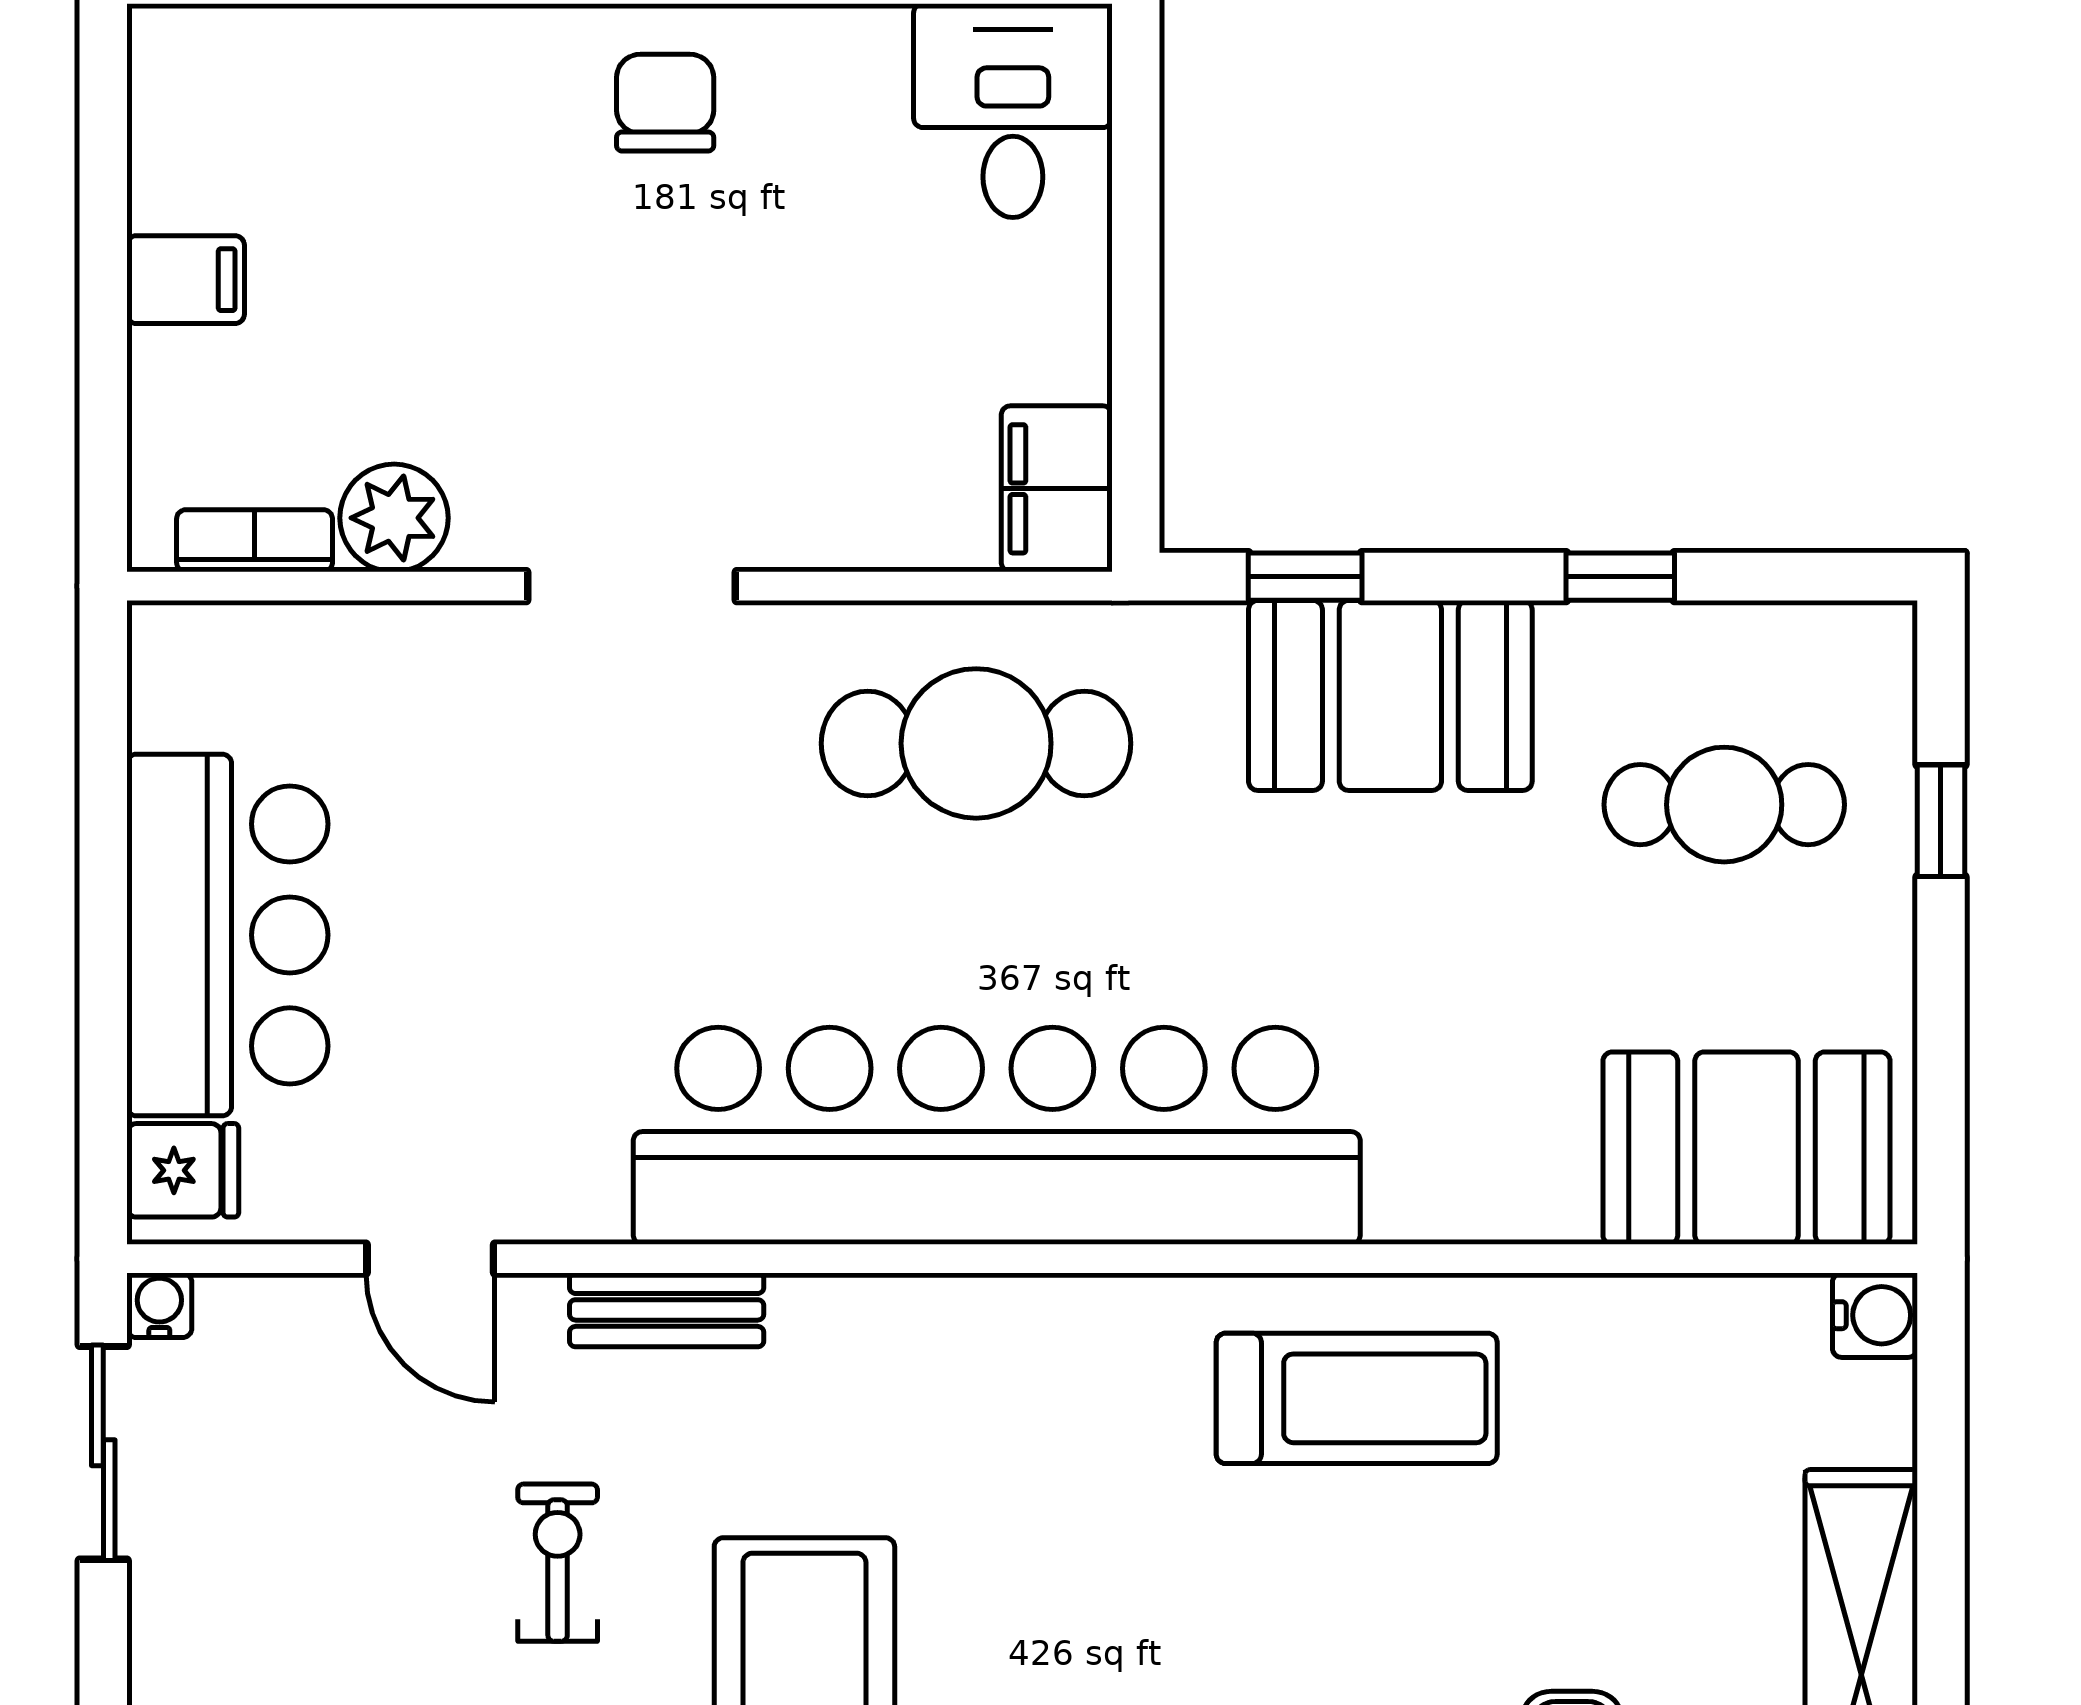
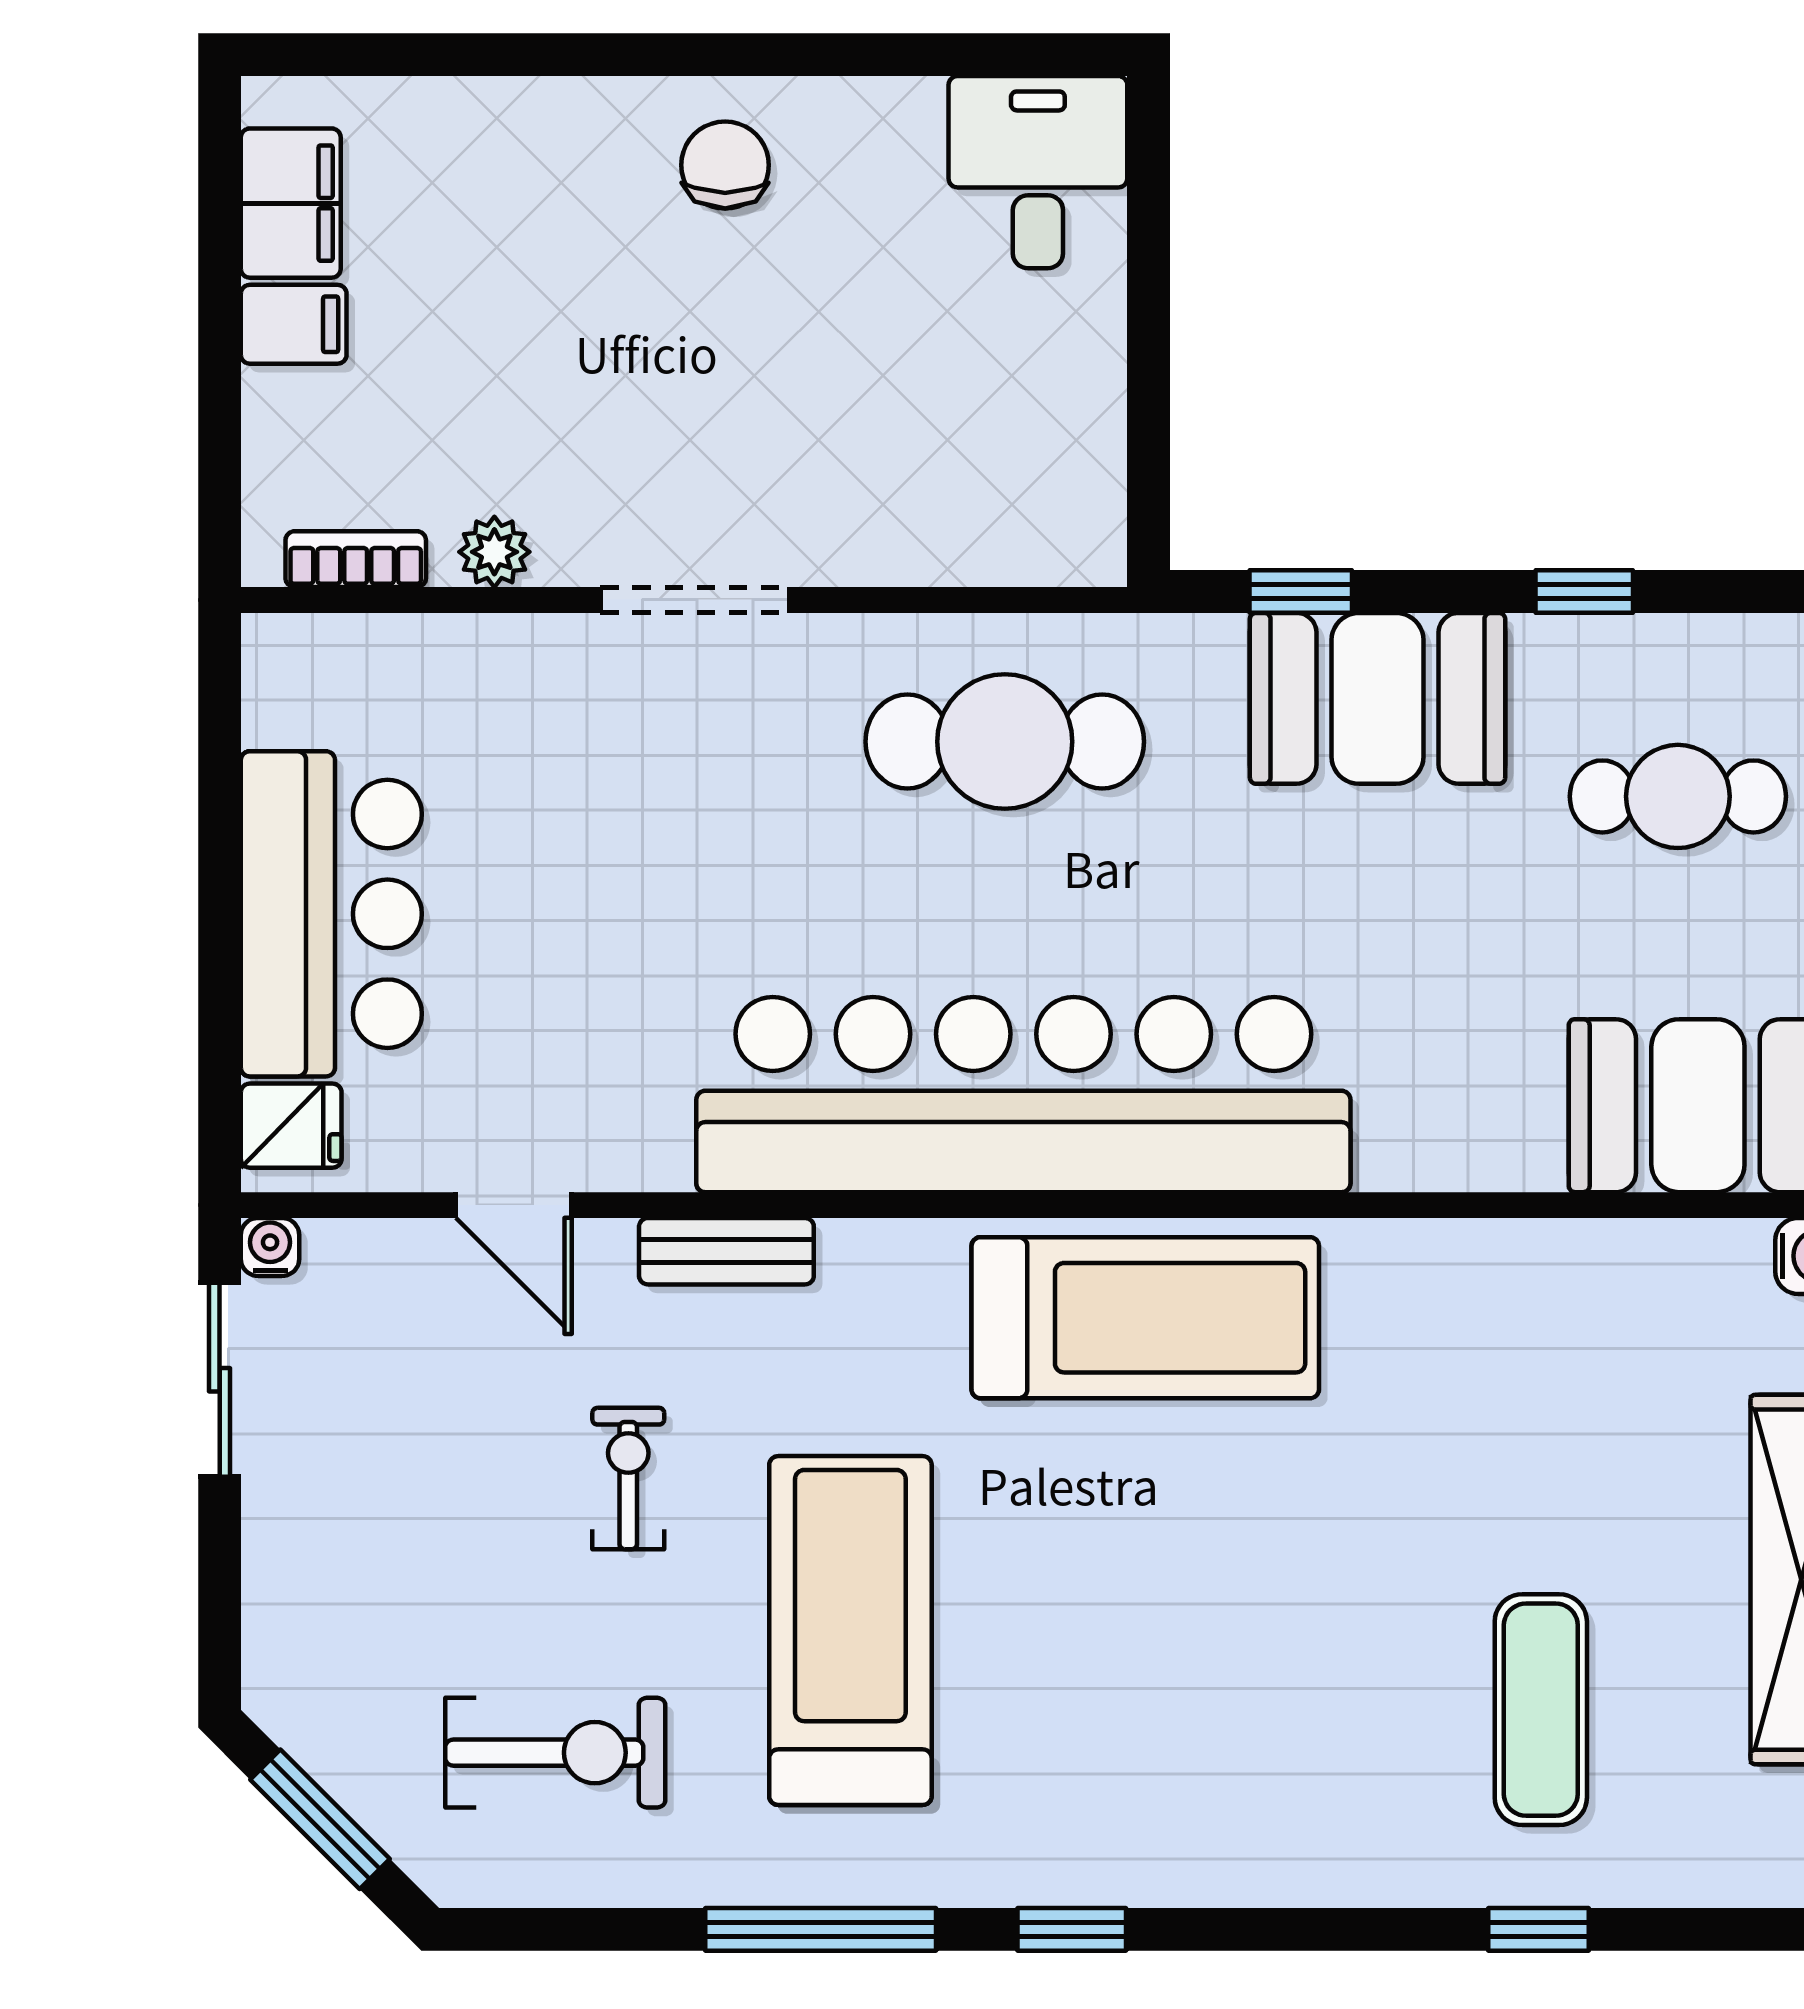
filing cabinet: (1057, 489) -> (291, 203), moved, turned 180
plant: (394, 518) -> (494, 552), width x0.73, depth x0.73
treadmill: (1357, 1398) -> (1145, 1318), moved, width x1.37, depth x1.38

